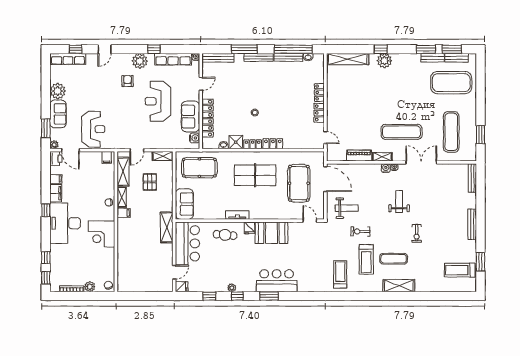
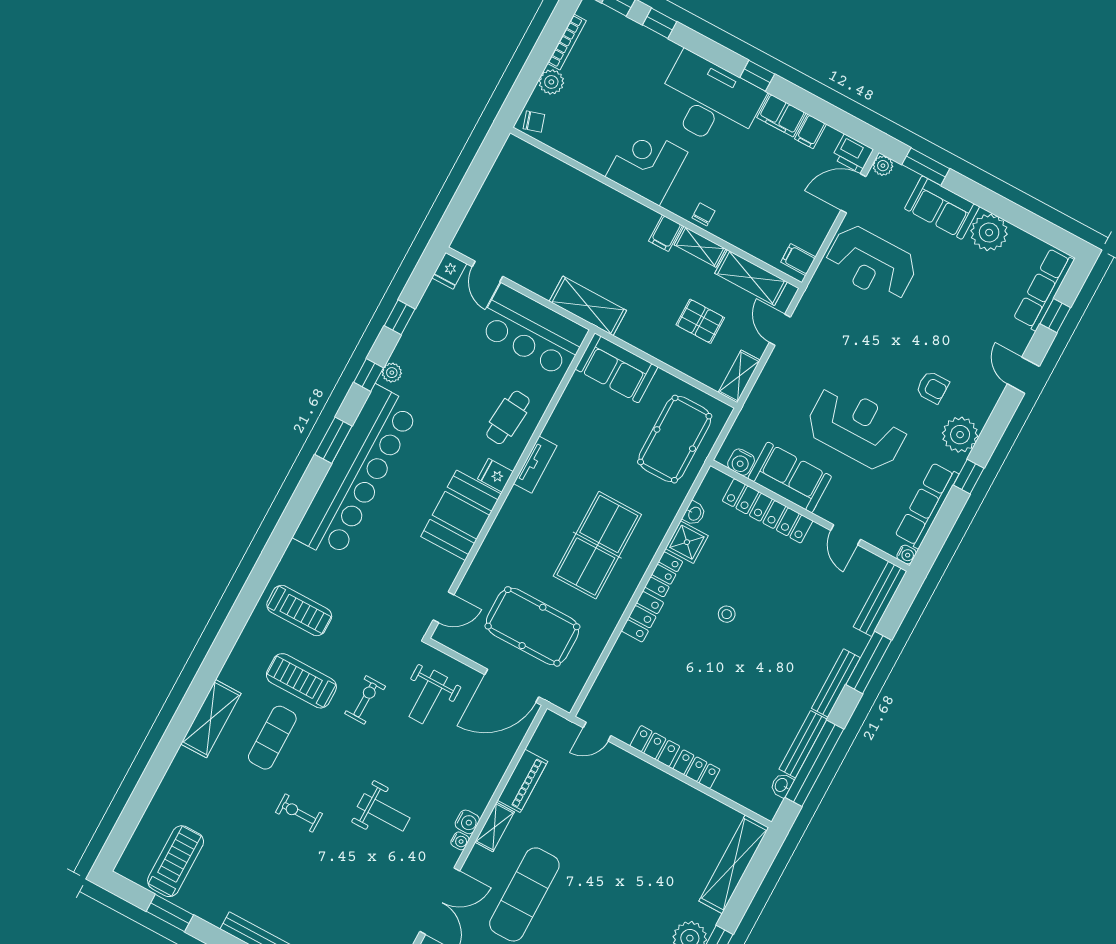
bar counter: (277, 281) -> (356, 473), width x1.86

